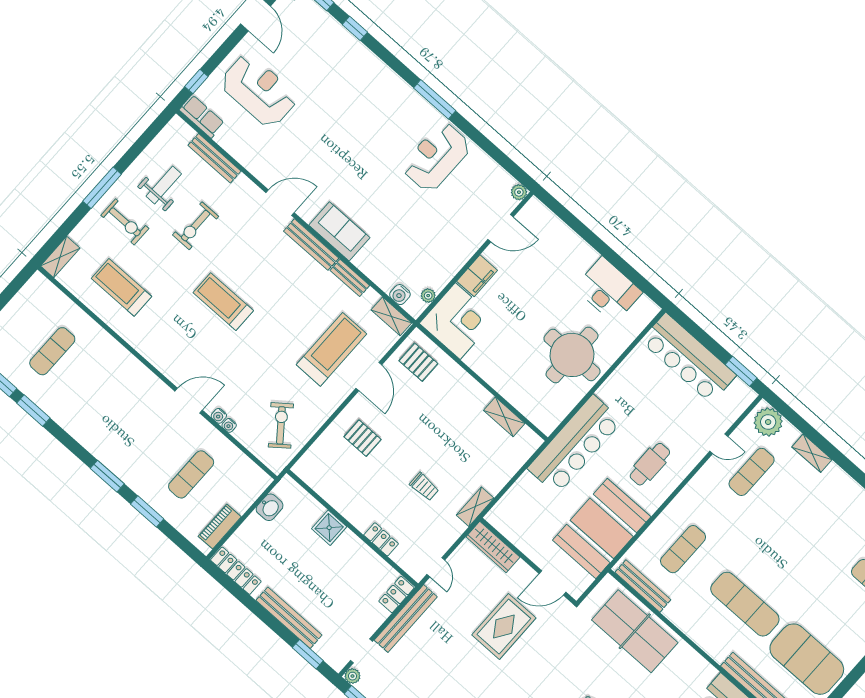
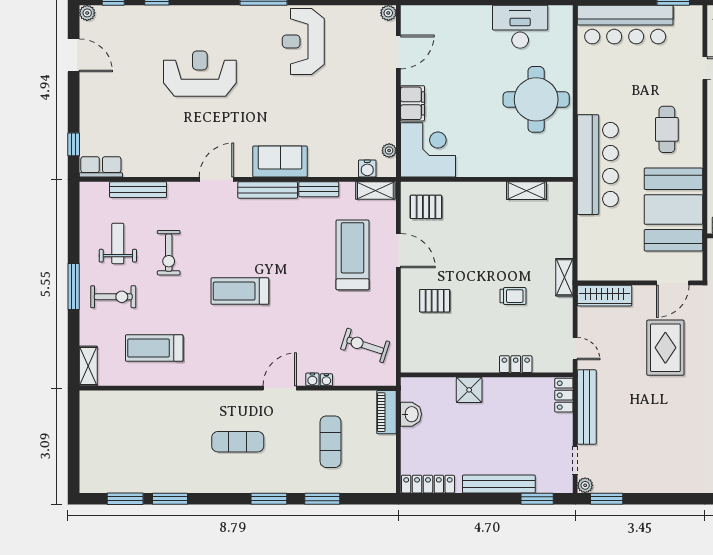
reception desk: (259, 91) -> (200, 74), moved
exercise mat: (52, 351) -> (238, 442), moved, turned 90
exercise bike: (281, 425) -> (365, 345), turned -34
piano: (220, 527) -> (386, 412), moved

